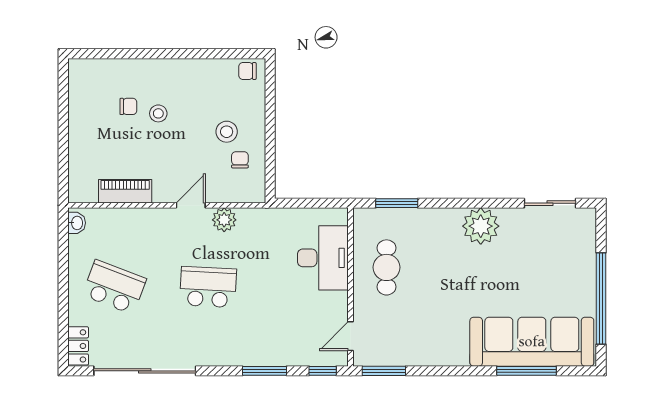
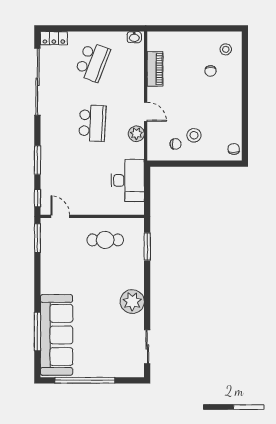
stool: (158, 113) -> (226, 49), moved
desk: (323, 258) -> (128, 180), moved, turned -90

